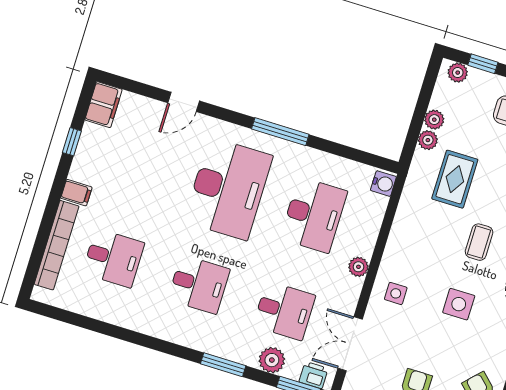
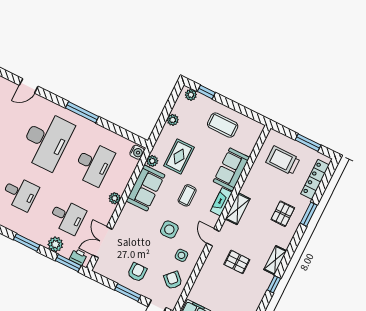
plant: (428, 140) -> (152, 161), moved
sofa: (407, 241) -> (146, 188), added
side table: (396, 293) -> (181, 255), moved

